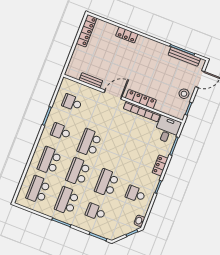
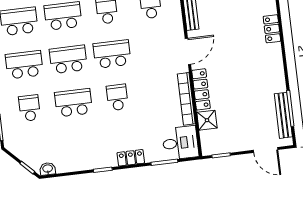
stool: (184, 94) -> (237, 140), removed
door: (113, 95) -> (188, 51), hinge flipped
shower: (162, 106) -> (207, 120), added
school desk: (135, 194) -> (117, 97), moved

